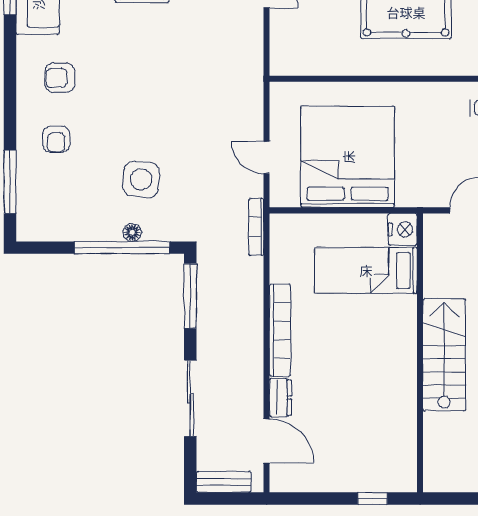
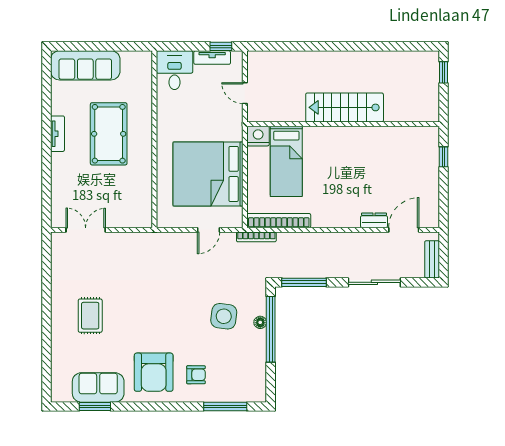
armchair: (60, 78) -> (154, 372), width x1.88, depth x1.88
bookcase: (280, 330) -> (279, 221), moved

